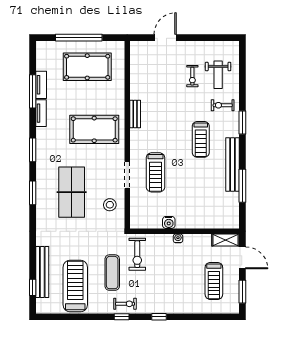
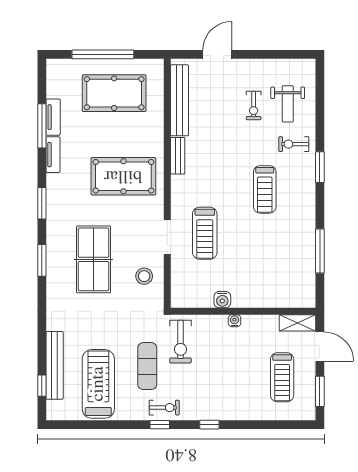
bench: (232, 164) -> (179, 100), moved

